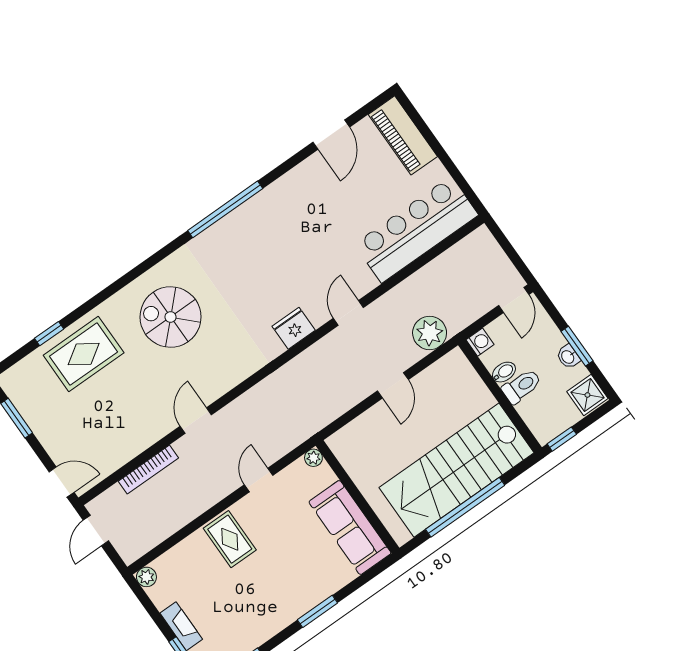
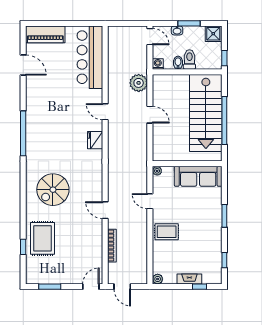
washbasin: (568, 357) -> (177, 30), moved

